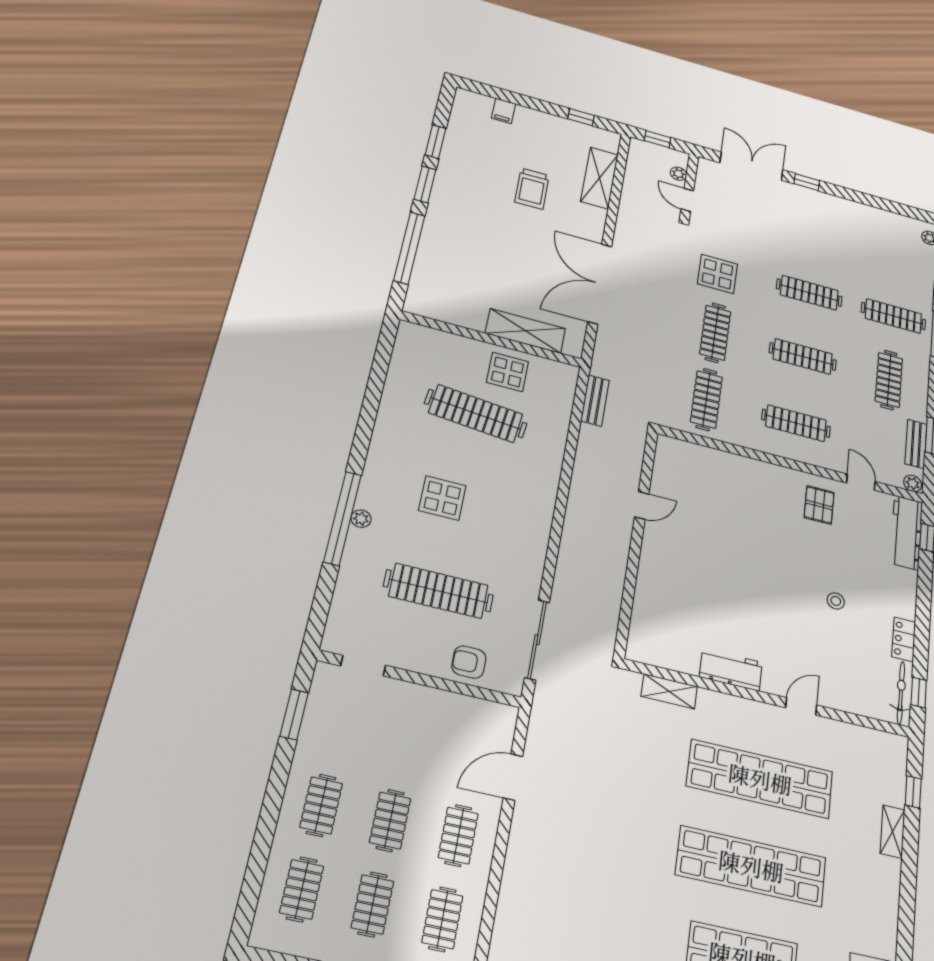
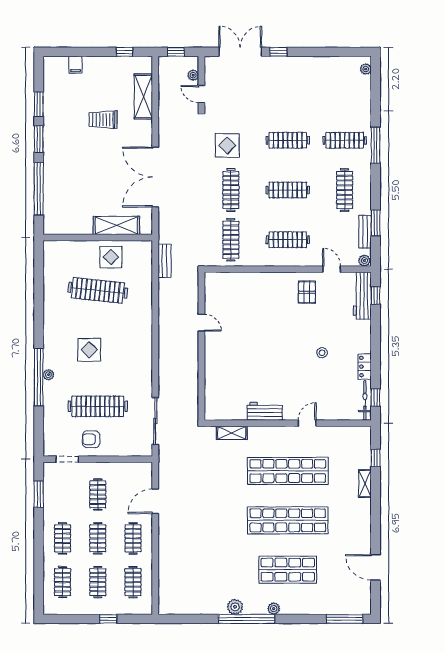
trolley: (532, 189) -> (103, 120), turned 91
door: (642, 505) -> (201, 323), hinge flipped
armchair: (469, 662) -> (91, 439), moved
clothes rail: (407, 741) -> (98, 495), added

